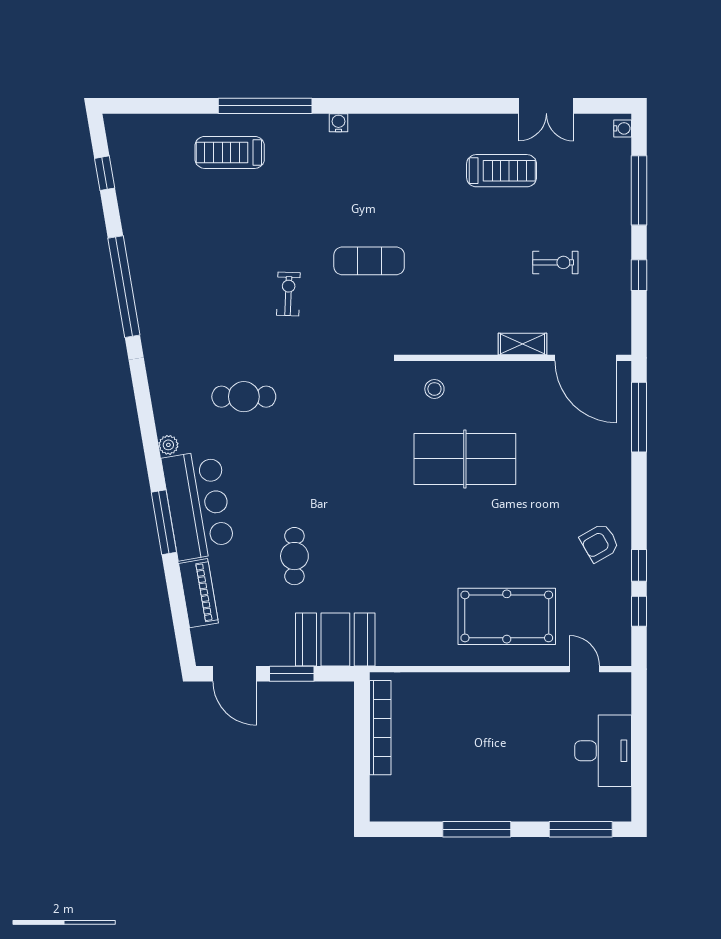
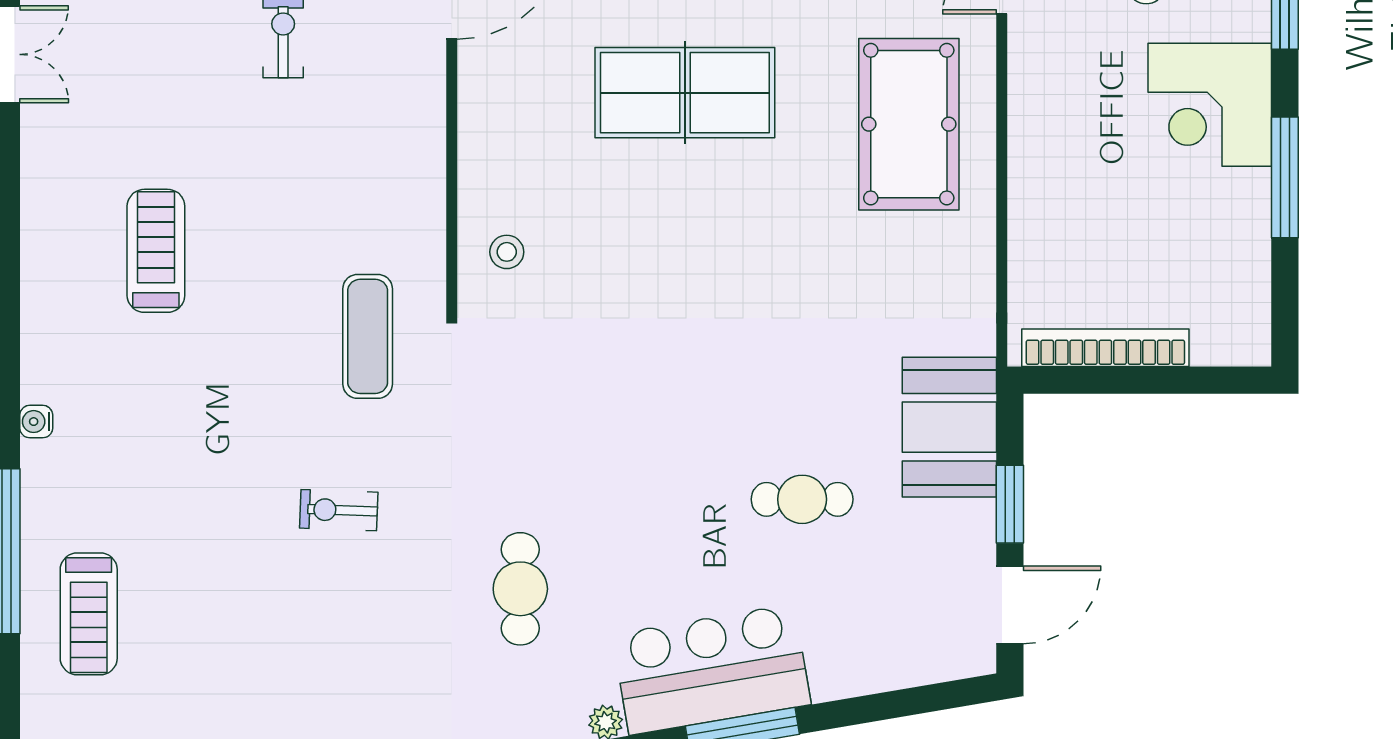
treadmill: (502, 171) -> (156, 251), moved
exercise mat: (369, 261) -> (368, 336), moved
shelving: (522, 344) -> (427, 96), removed
table tennis table: (465, 459) -> (685, 93), moved, turned 90
piano: (199, 593) -> (868, 669), removed
corner desk: (518, 787) -> (1210, 105), added

